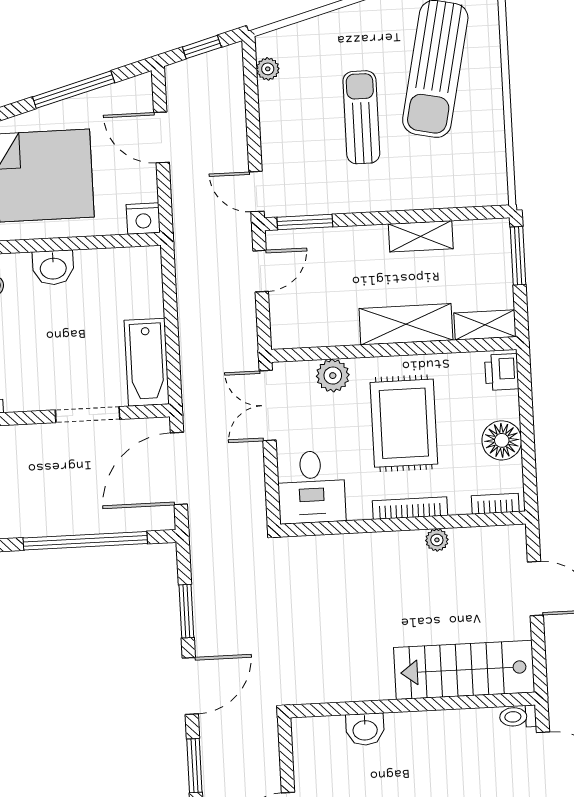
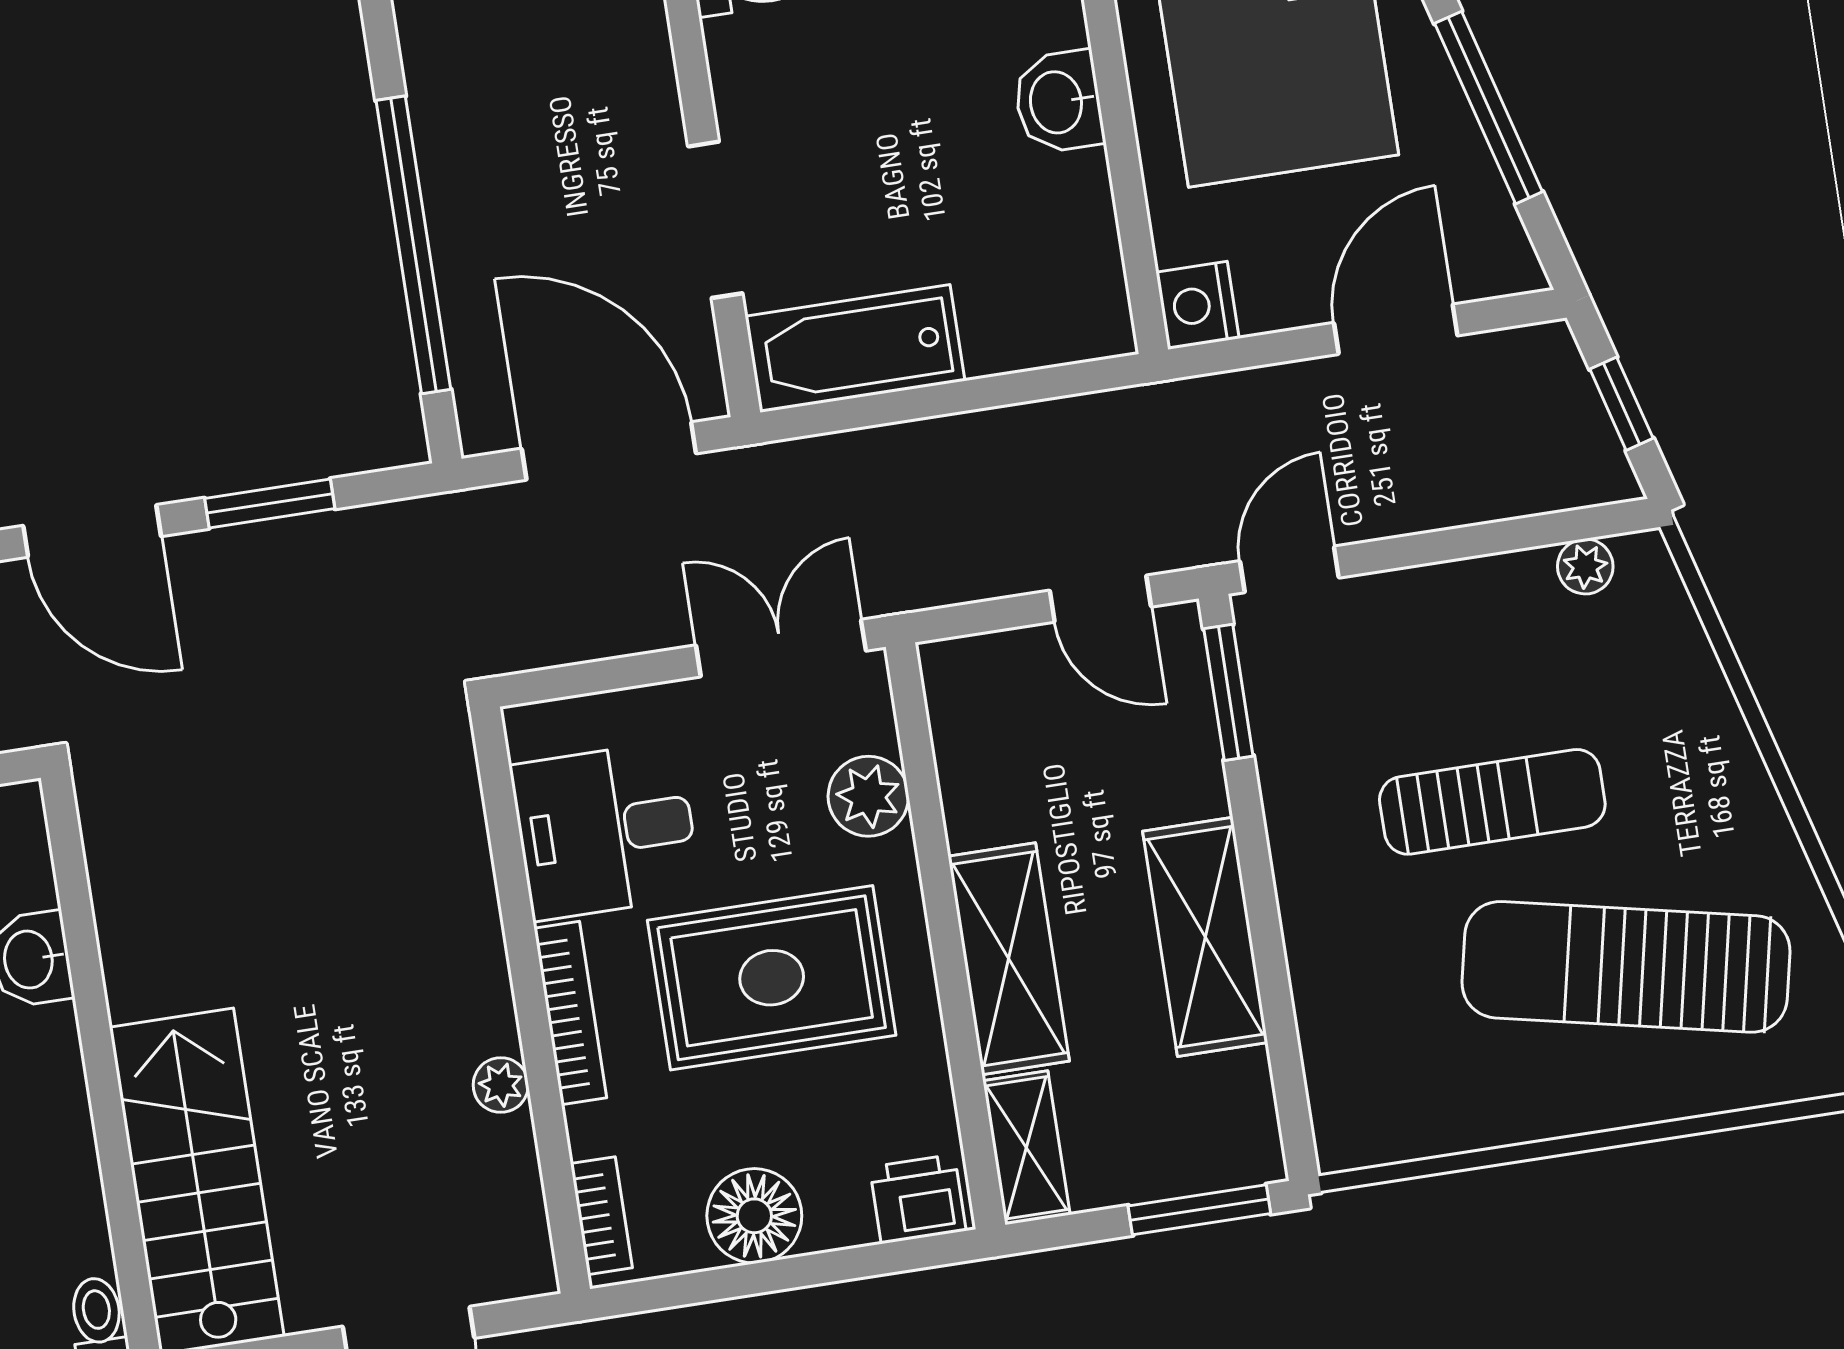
shelving: (421, 236) -> (1205, 937), width x1.50, depth x1.33
desk: (311, 487) -> (606, 831), moved

